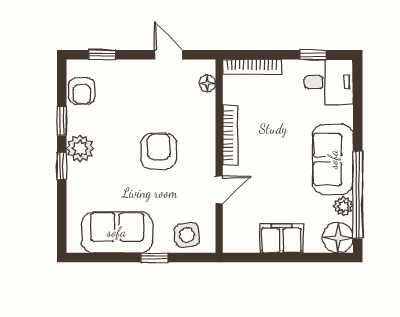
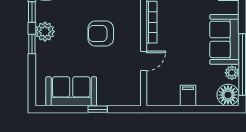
armchair: (159, 151) -> (101, 34), turned -90
side table: (187, 235) -> (121, 93), removed
filing cabinet: (282, 238) -> (188, 96), width x0.50

